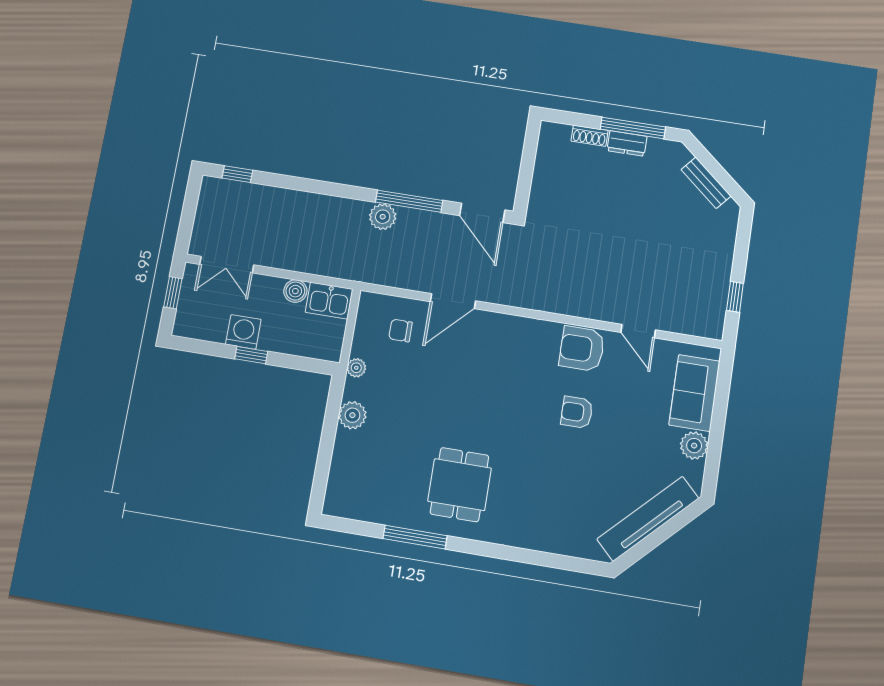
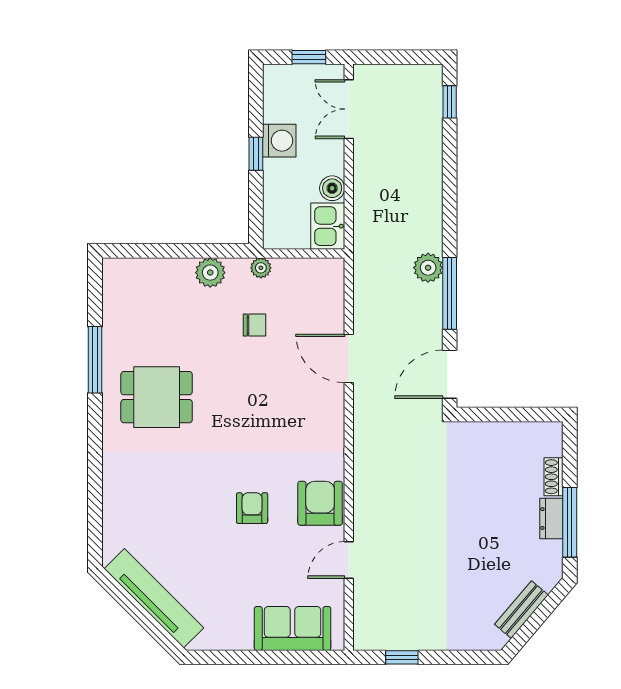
chair: (401, 330) -> (255, 325), moved, turned 90
plant: (694, 446) -> (237, 636), removed

